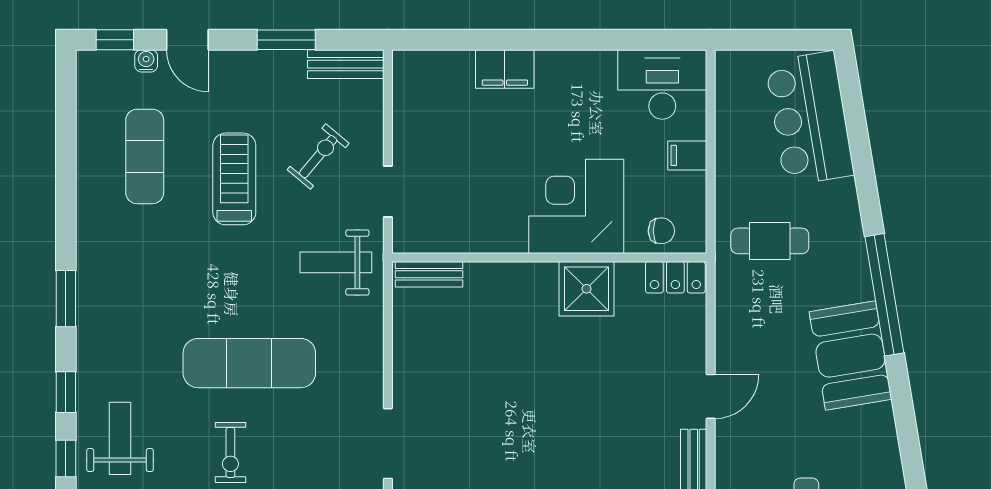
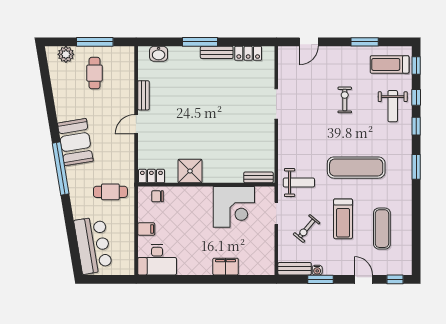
water cooler: (146, 61) -> (317, 270), moved
corner desk: (576, 206) -> (234, 207), moved
exercise mat: (249, 363) -> (356, 168), moved

